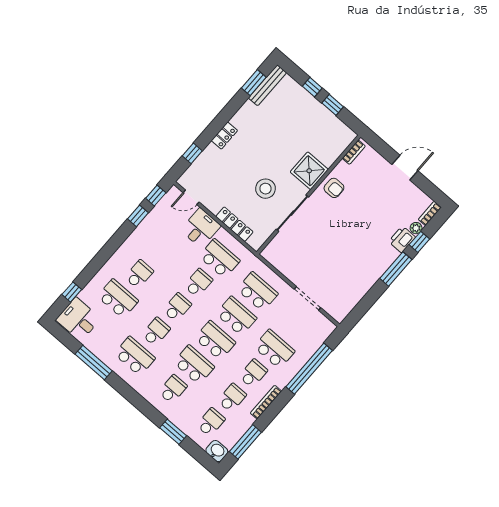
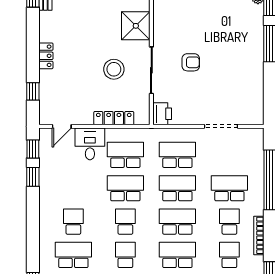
armchair: (334, 188) -> (191, 62), moved
printer: (402, 239) -> (162, 114), moved, turned 180
school desk: (198, 283) -> (125, 188), width x1.85

